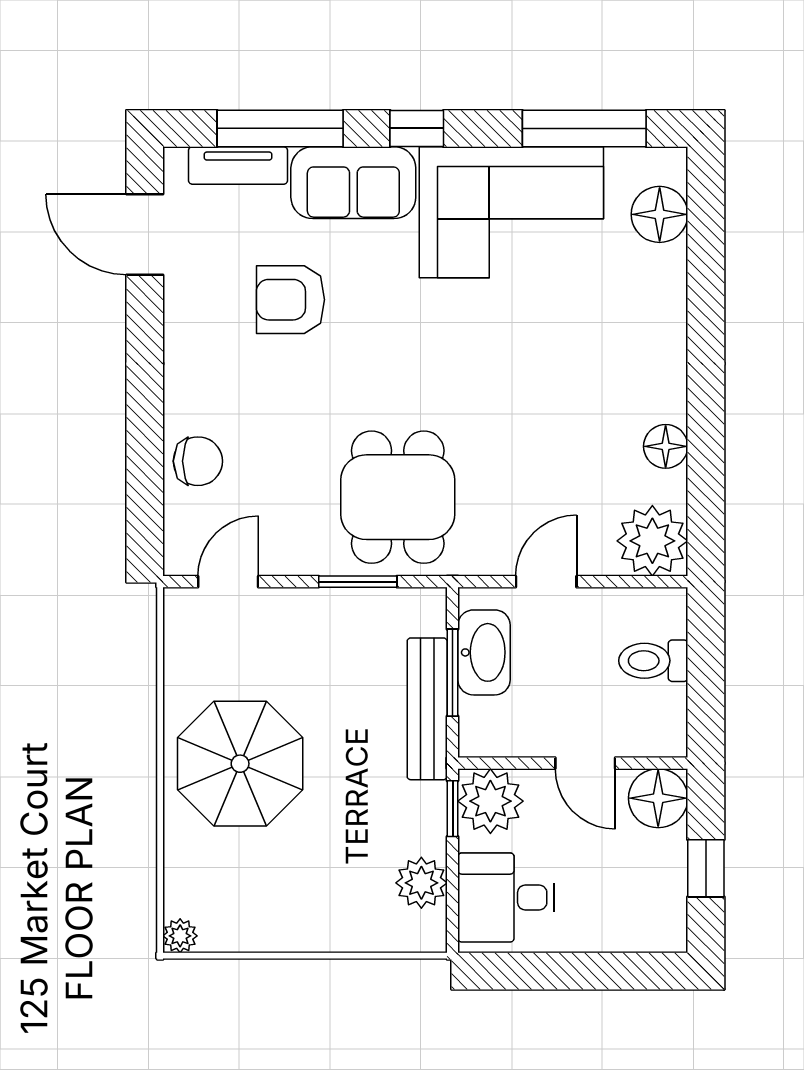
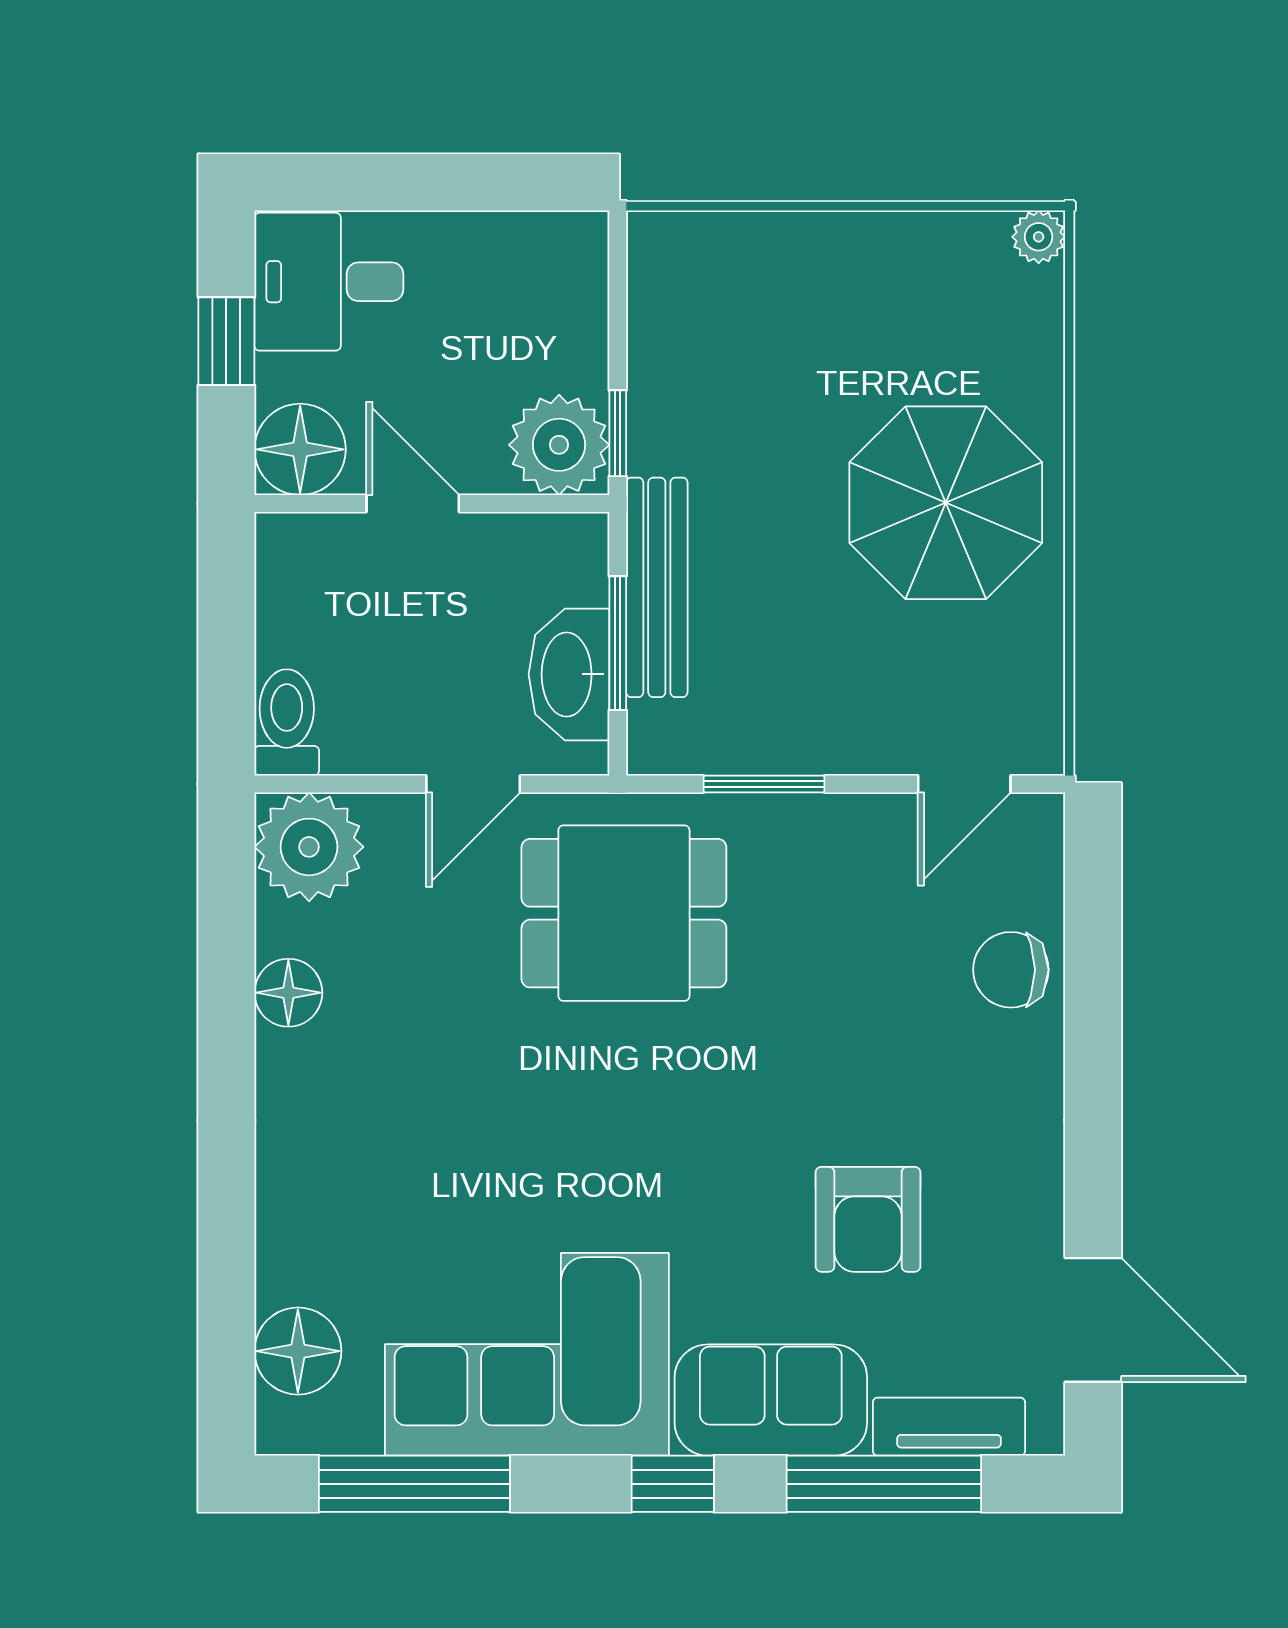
armchair: (290, 300) -> (868, 1219), turned 90
dining table: (398, 497) -> (624, 913), moved, turned 90
toilet: (653, 661) -> (287, 722), moved, turned -90
plant: (421, 883) -> (666, 319), removed
desk: (506, 898) -> (329, 282), moved, turned 180

